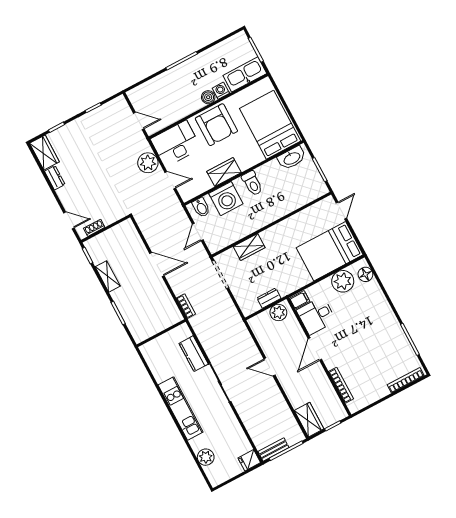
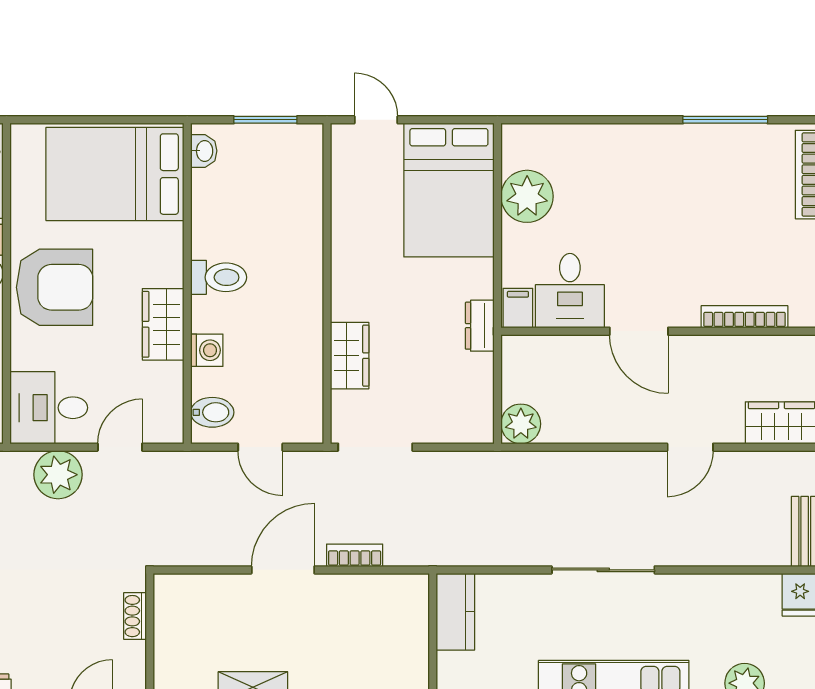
desk: (176, 144) -> (49, 408), width x0.73
washbasin: (292, 158) -> (204, 151), width x0.52, depth x0.69
washing machine: (226, 199) -> (207, 350), width x0.53, depth x0.53
shoe rack: (94, 228) -> (135, 616), moved
floor lamp: (365, 274) -> (538, 141), removed
dresser: (269, 298) -> (480, 326), moved
bookcase: (186, 306) -> (355, 555), moved
plant: (278, 313) -> (521, 424), moved
kitchen counter: (194, 354) -> (455, 612), moved, turned -90
door: (269, 367) -> (690, 447), moved

